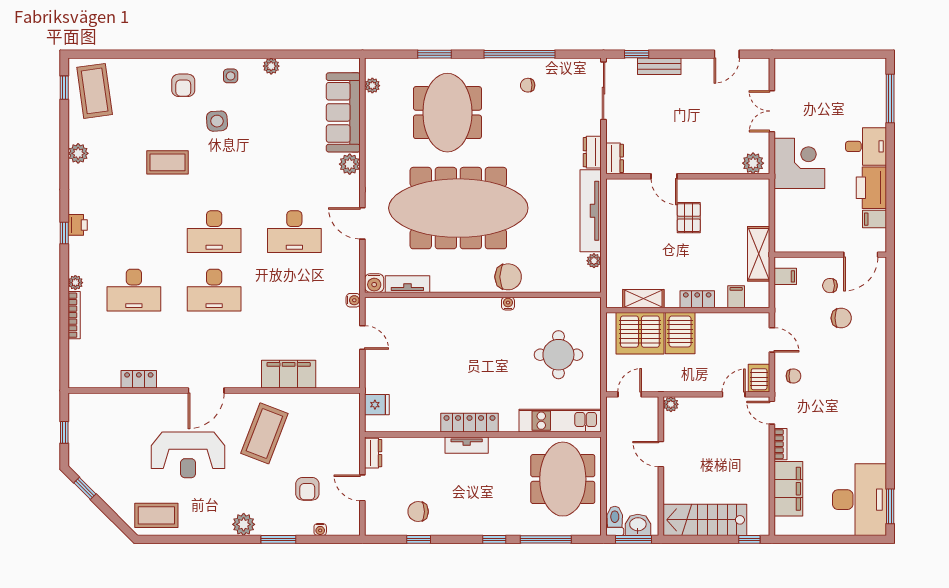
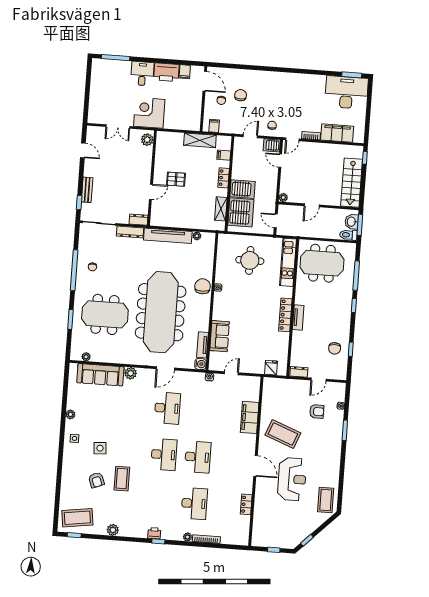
armchair: (183, 85) -> (96, 480), moved, turned 69
dresser: (592, 152) -> (130, 232), width x1.44
sofa: (425, 312) -> (220, 336), added
plant: (244, 524) -> (335, 450), removed

